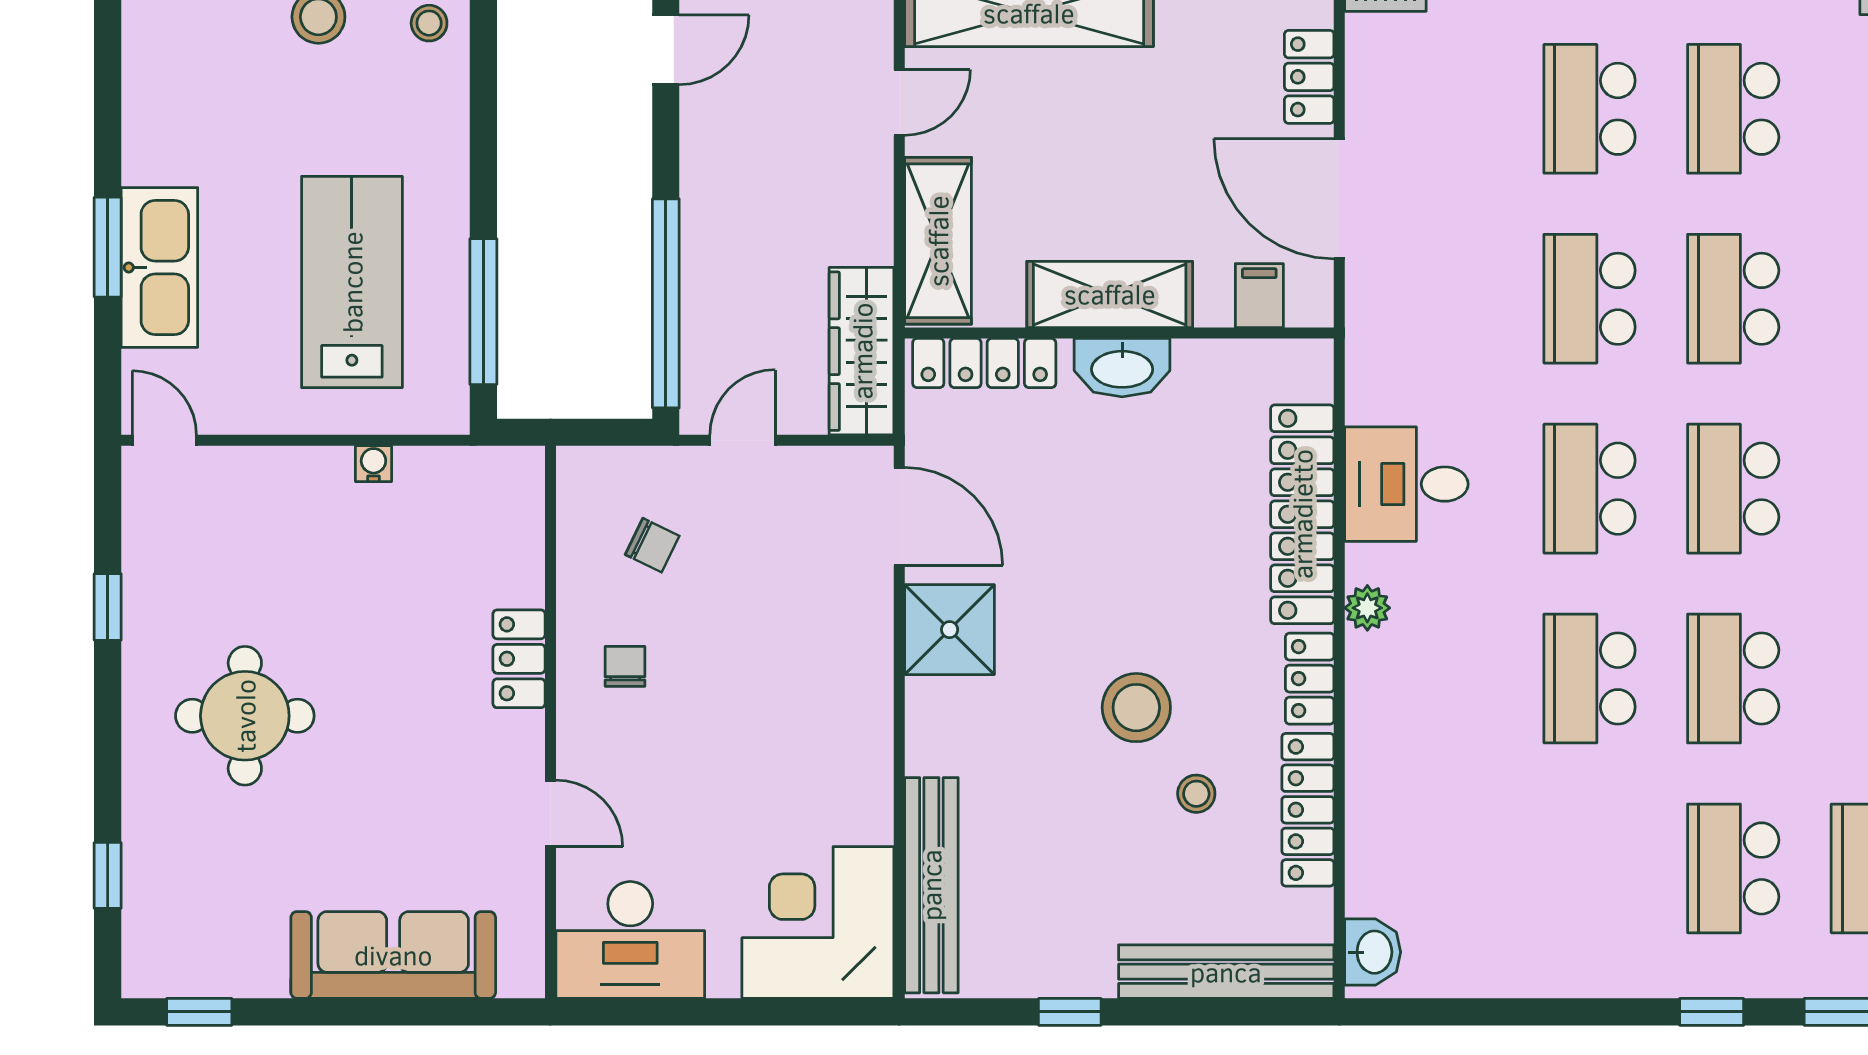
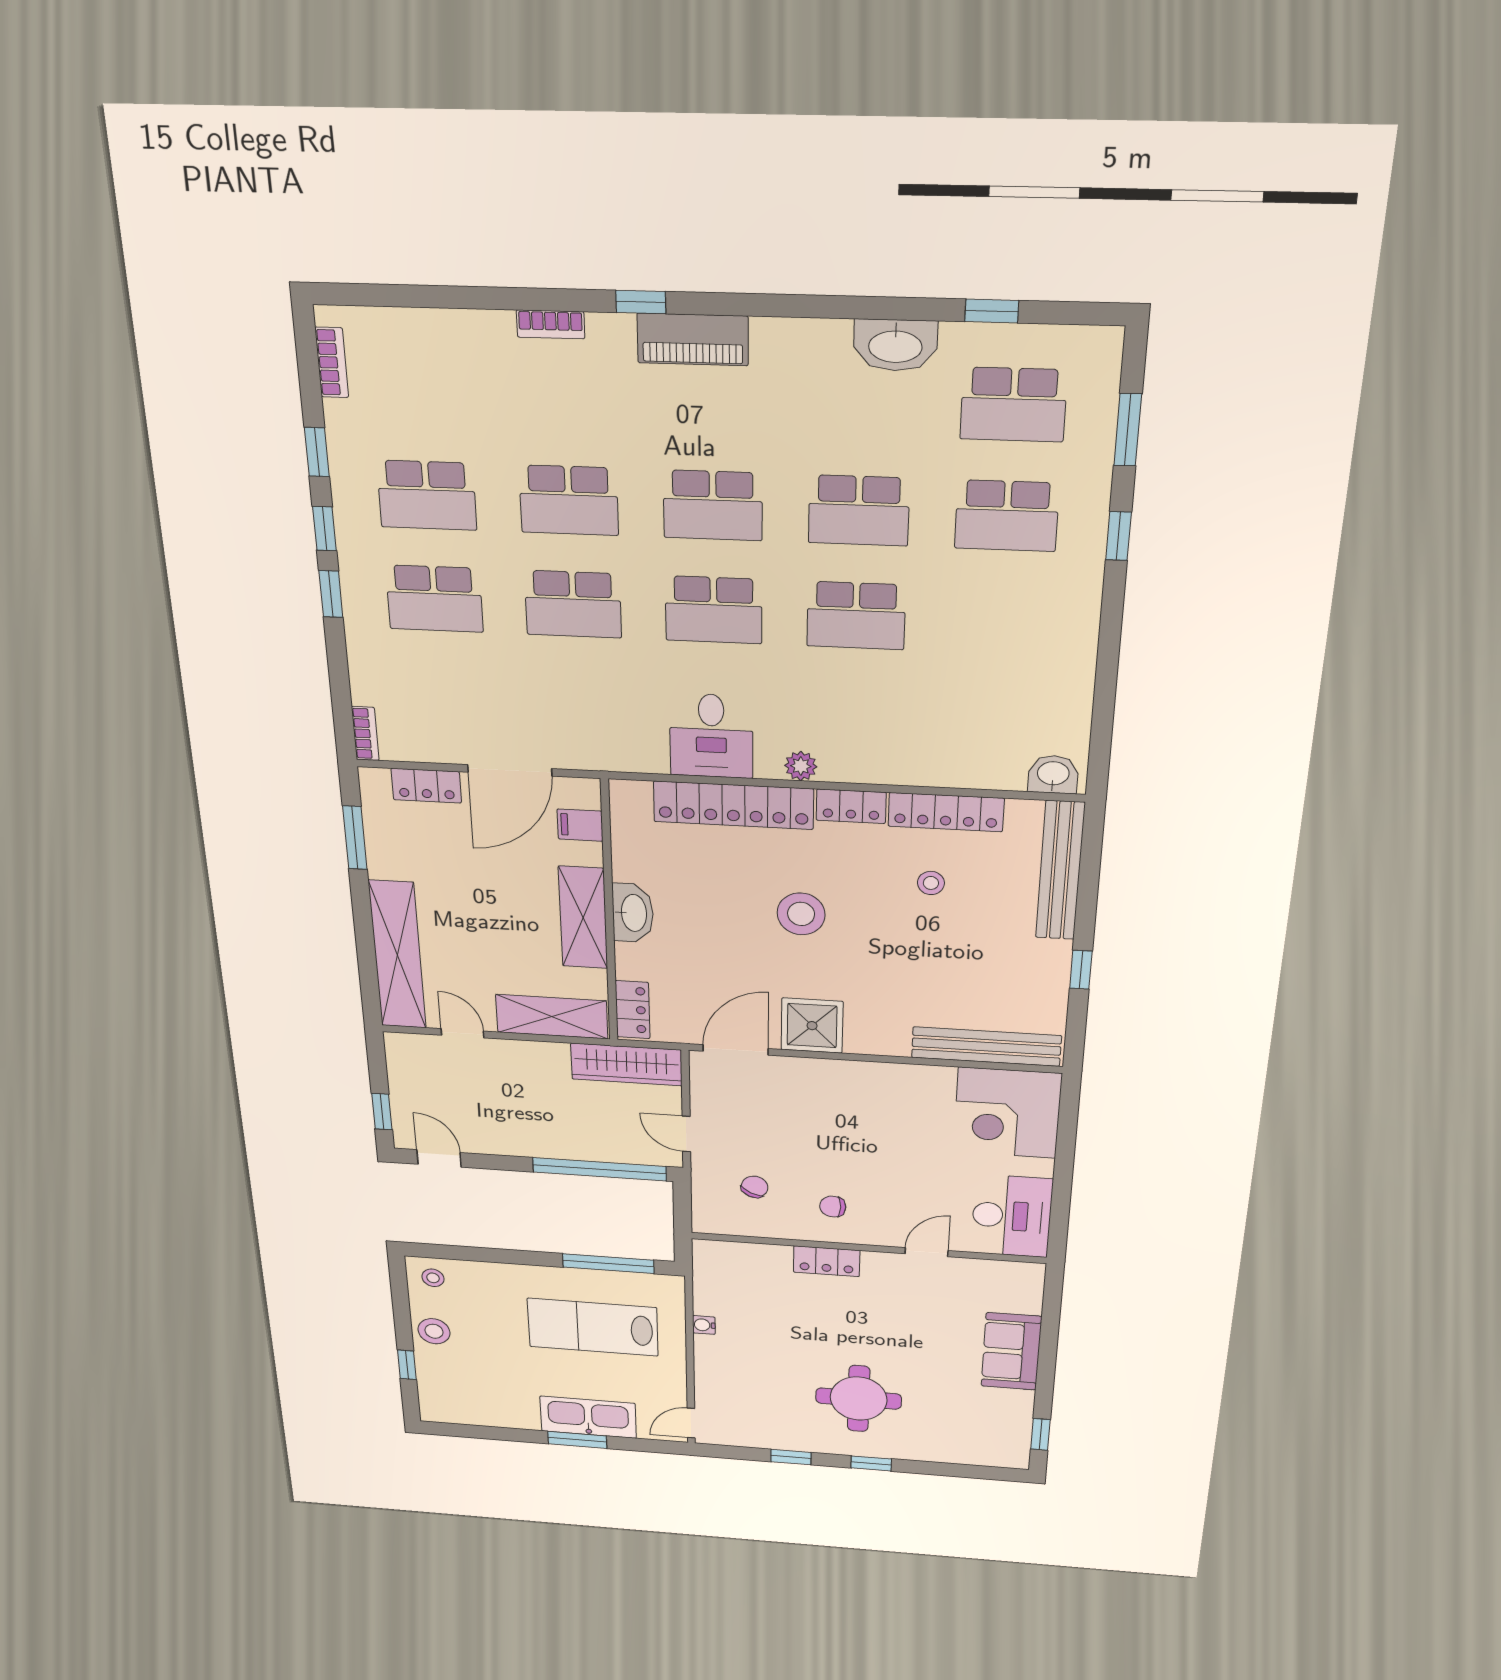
locker: (984, 363) -> (633, 1010), width x0.66
stool: (1136, 708) -> (801, 914), moved
window: (108, 875) -> (871, 1463), moved
sofa: (393, 955) -> (1011, 1351), width x0.73

